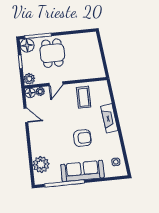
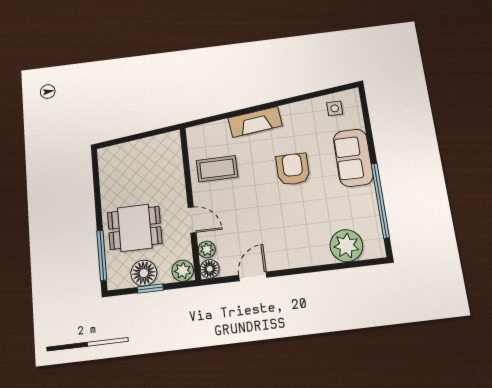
floor lamp: (27, 45) -> (144, 273), moved
sofa: (82, 171) -> (353, 158), width x0.73

